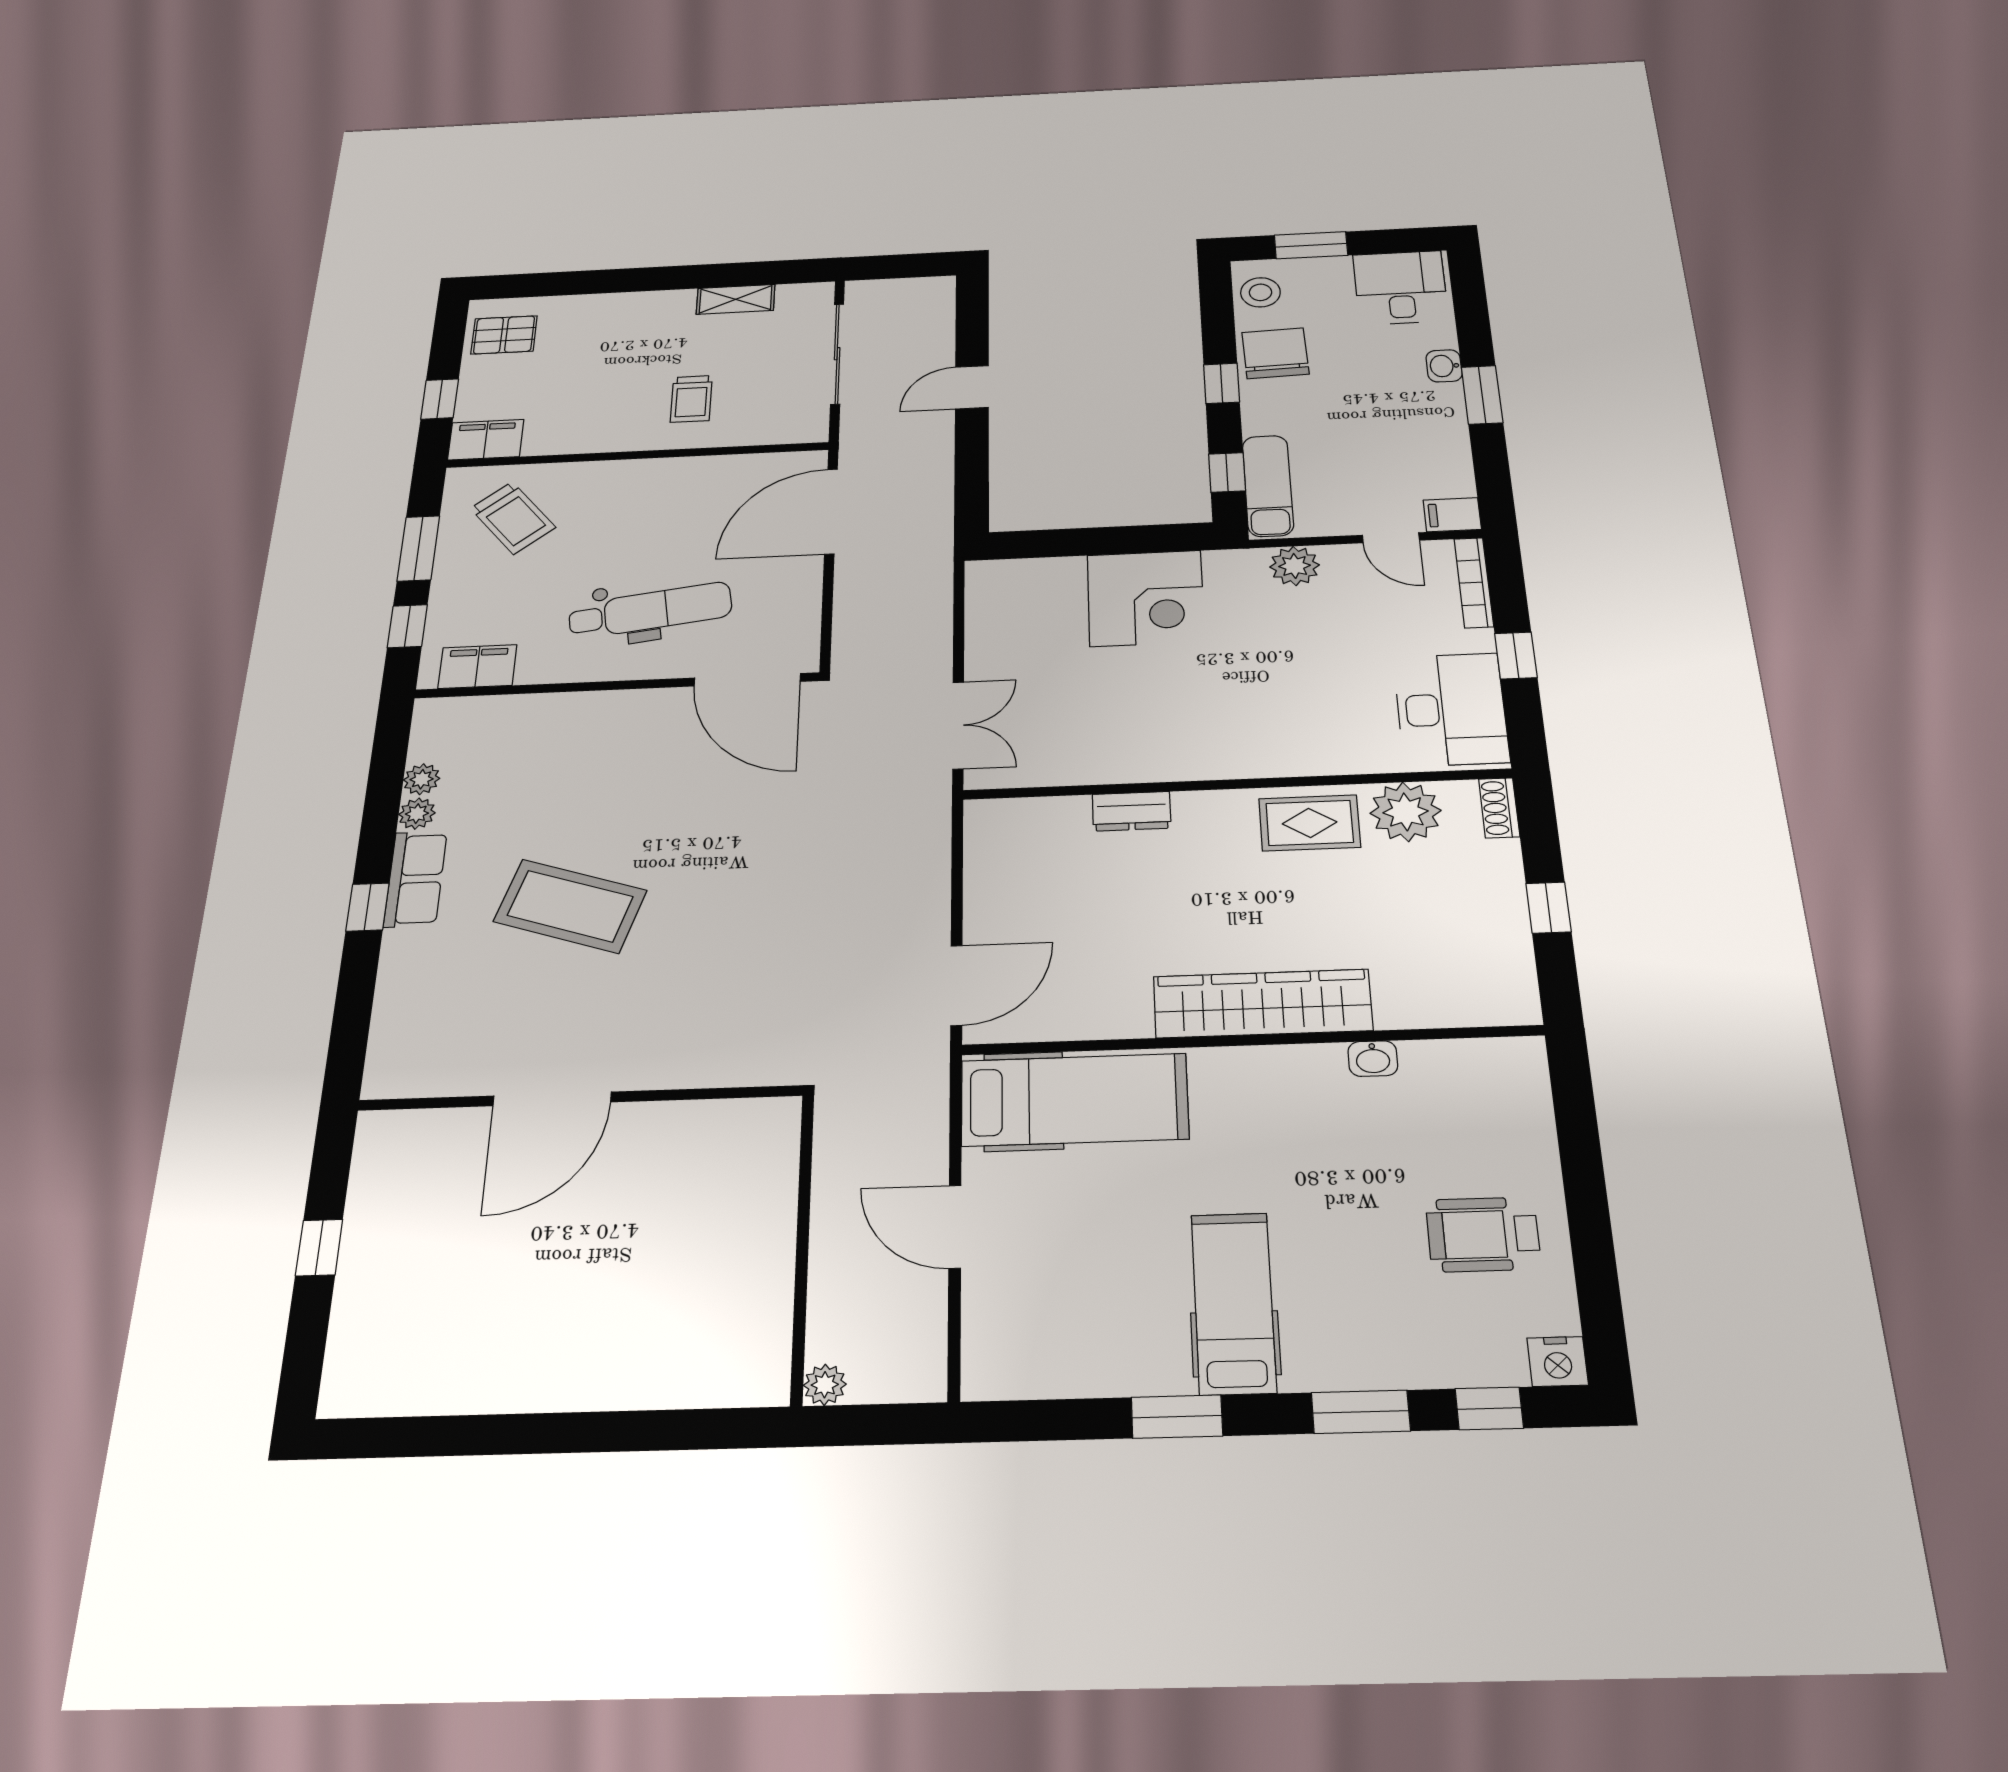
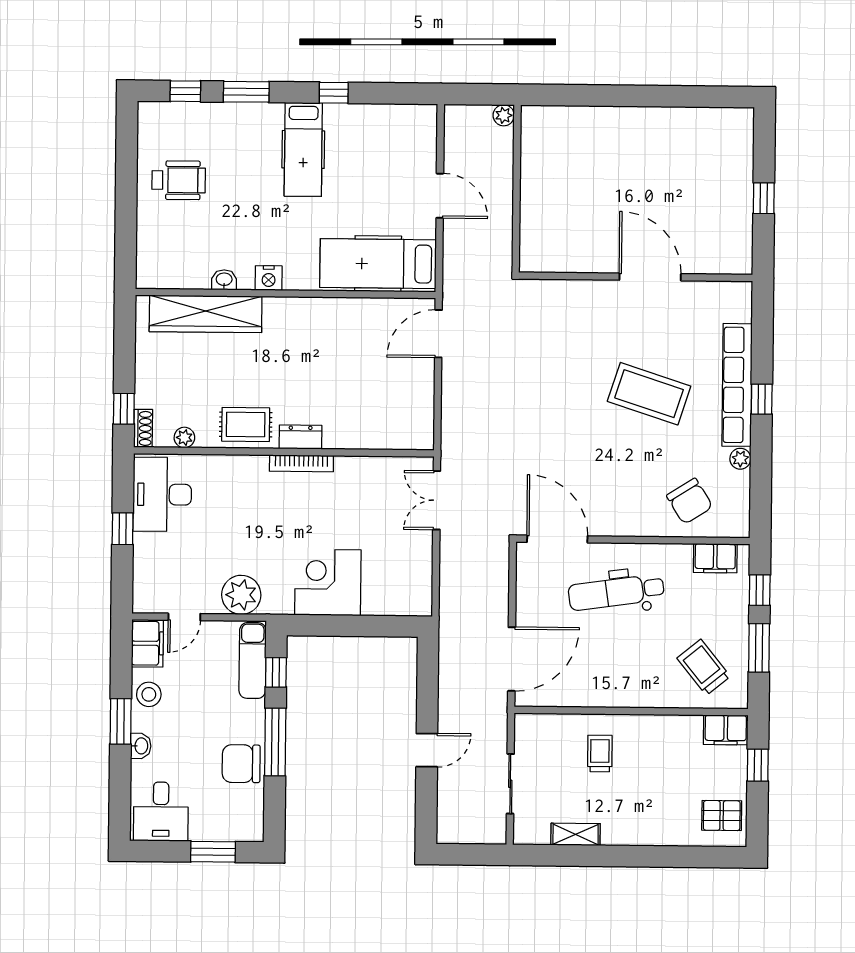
stool: (1260, 292) -> (149, 694), moved
chair: (1275, 353) -> (241, 764), turned 92
sliding door: (837, 354) -> (510, 784), width x0.73
window: (1222, 383) -> (275, 742), width x2.17
filing cabinet: (1452, 515) -> (147, 643), width x2.00
door: (1391, 538) -> (184, 617), swing flipped
plant: (1295, 566) -> (241, 595), width x1.36, depth x1.36
bookcase: (1474, 583) -> (301, 463), moved, turned 90
chair: (513, 746) -> (690, 501), added
plant: (422, 779) -> (740, 482), removed
dresser: (1131, 811) -> (301, 437), moved
plant: (1406, 812) -> (184, 438), width x0.53, depth x0.53
row of seats: (415, 879) -> (737, 385), width x2.02
window: (1548, 908) -> (124, 409), moved
wardrobe: (1262, 1004) -> (206, 314), moved
door: (552, 1099) -> (650, 277), hinge flipped
nightstand: (1558, 1361) -> (269, 278), moved, turned 180
window: (1177, 1417) -> (334, 93), width x0.67

